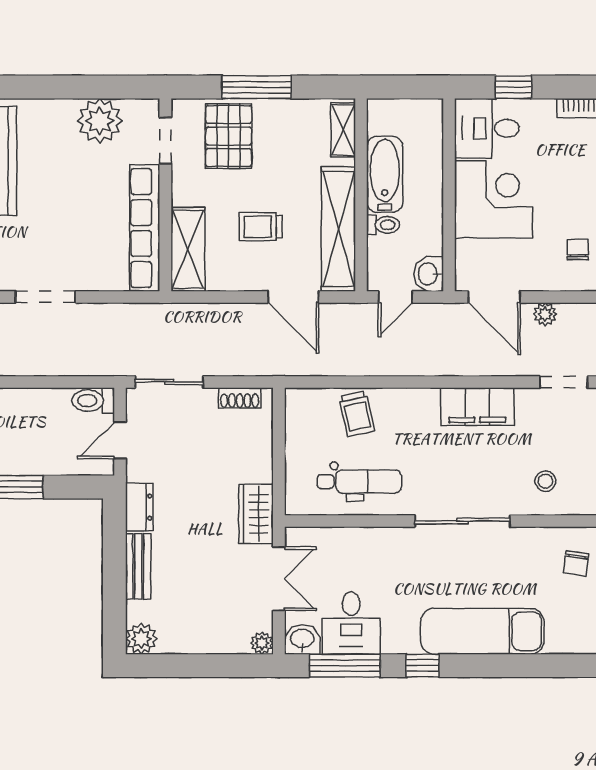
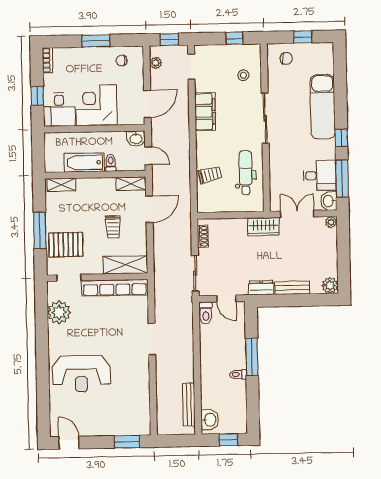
shelving: (338, 229) -> (131, 184), width x0.45, depth x0.75
plant: (545, 314) -> (156, 63), moved

